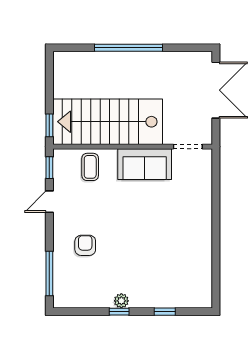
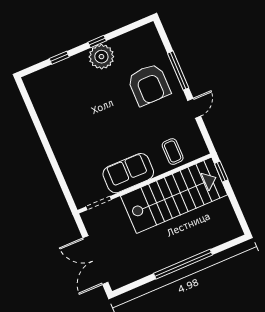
window: (49, 168) -> (206, 137), removed
armchair: (85, 245) -> (149, 85), width x1.88, depth x1.88
window: (49, 273) -> (178, 71), moved
plant: (121, 301) -> (101, 57), width x1.87, depth x1.87

